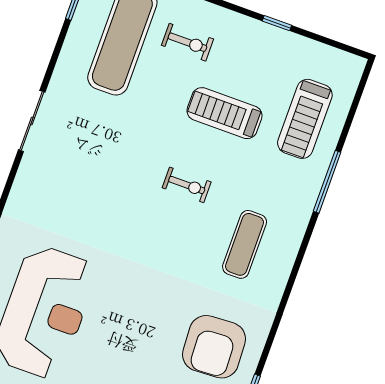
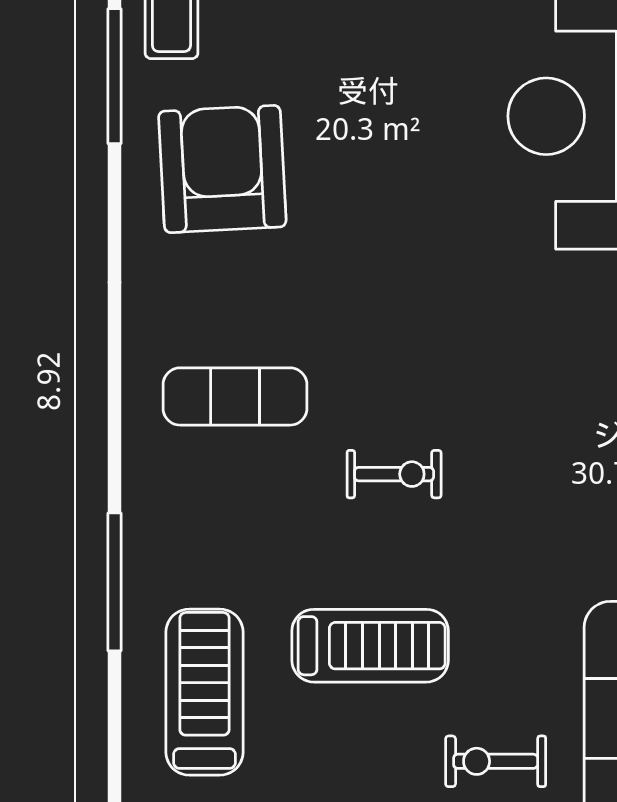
exercise bike: (187, 185) -> (394, 474), turned 180
exercise mat: (245, 244) -> (235, 396), turned 90

